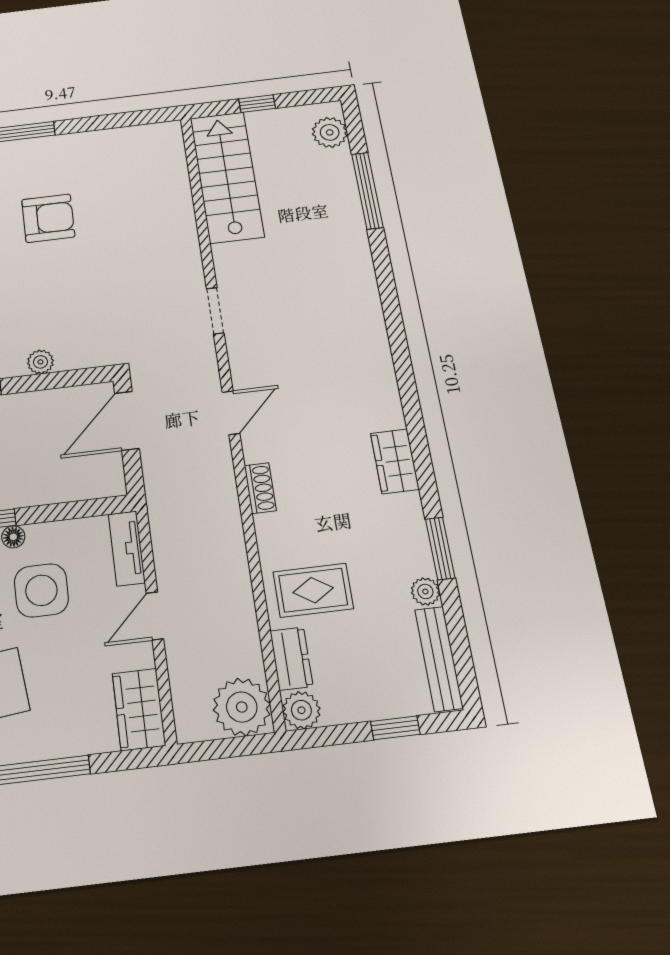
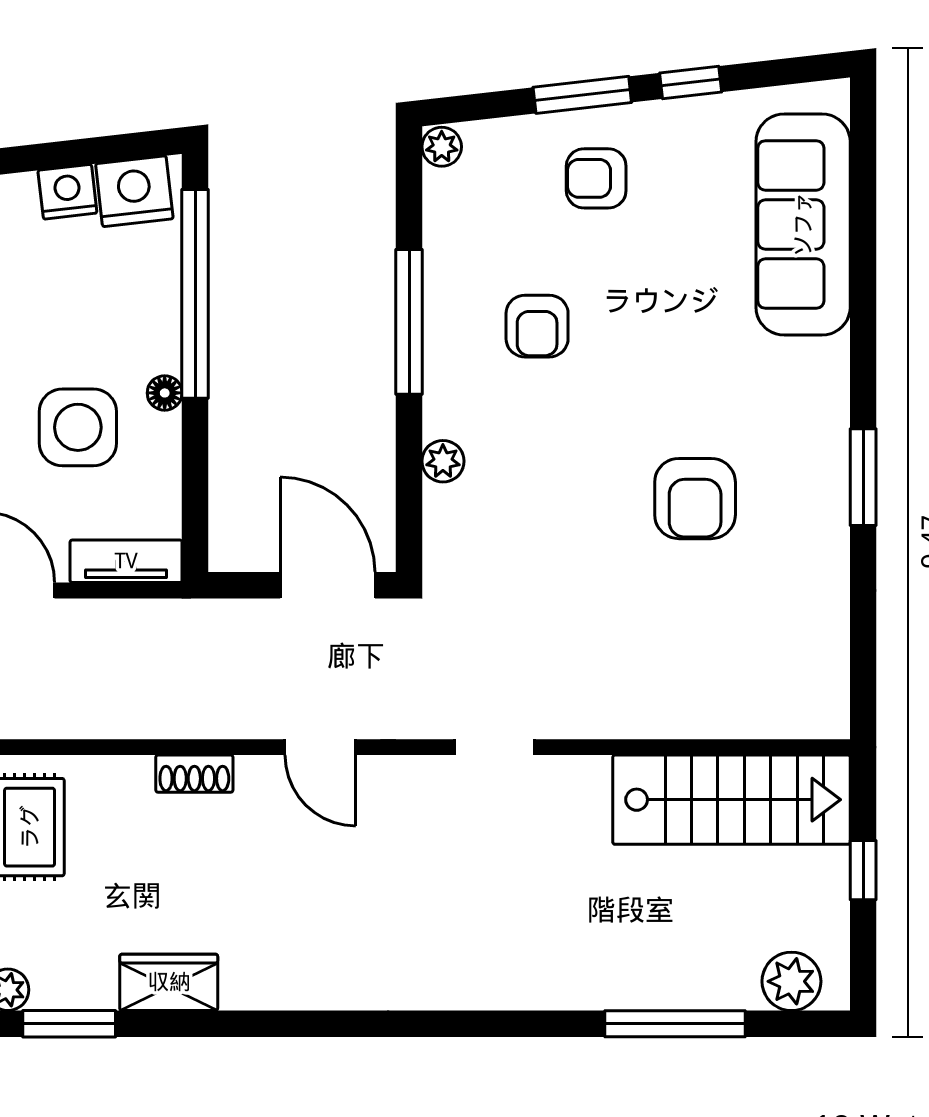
wardrobe: (395, 461) -> (169, 982), moved

